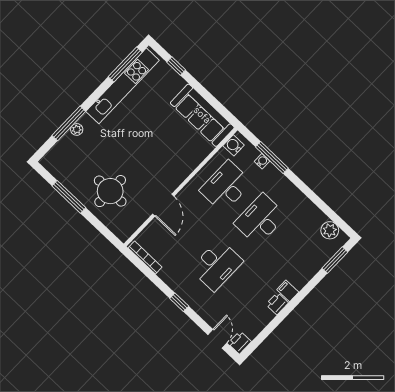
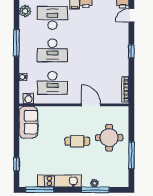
kitchen unit: (123, 86) -> (59, 181), width x0.73
sofa: (202, 115) -> (28, 122), width x0.73
cafe table: (139, 154) -> (77, 141), added
window: (272, 158) -> (16, 43), moved
door: (163, 205) -> (91, 105), hinge flipped
desk: (217, 265) -> (52, 18), moved

